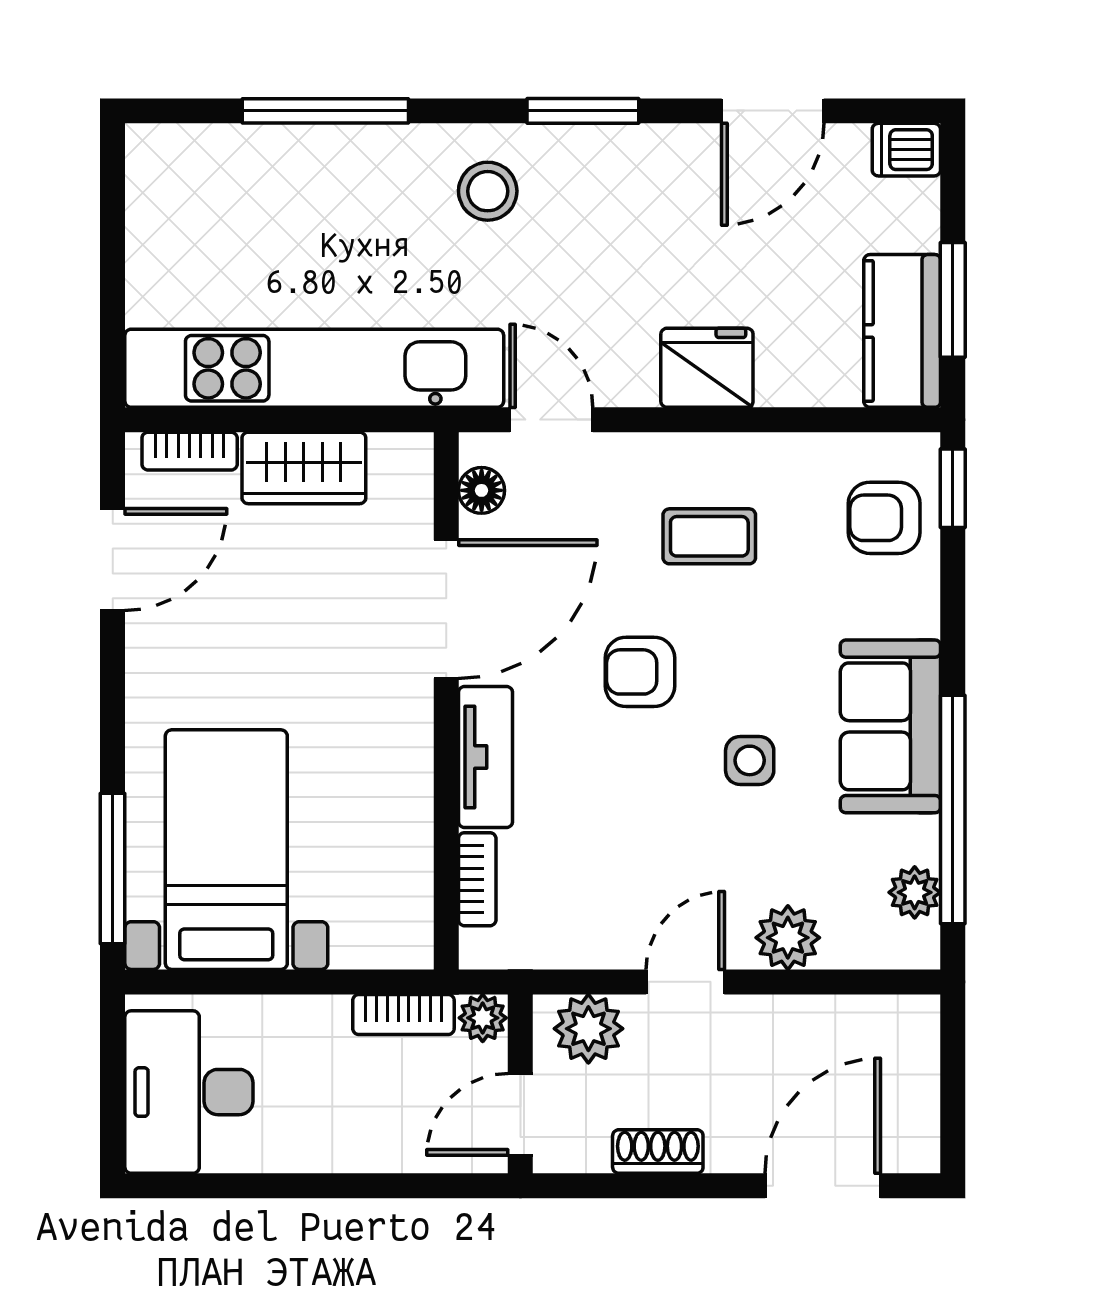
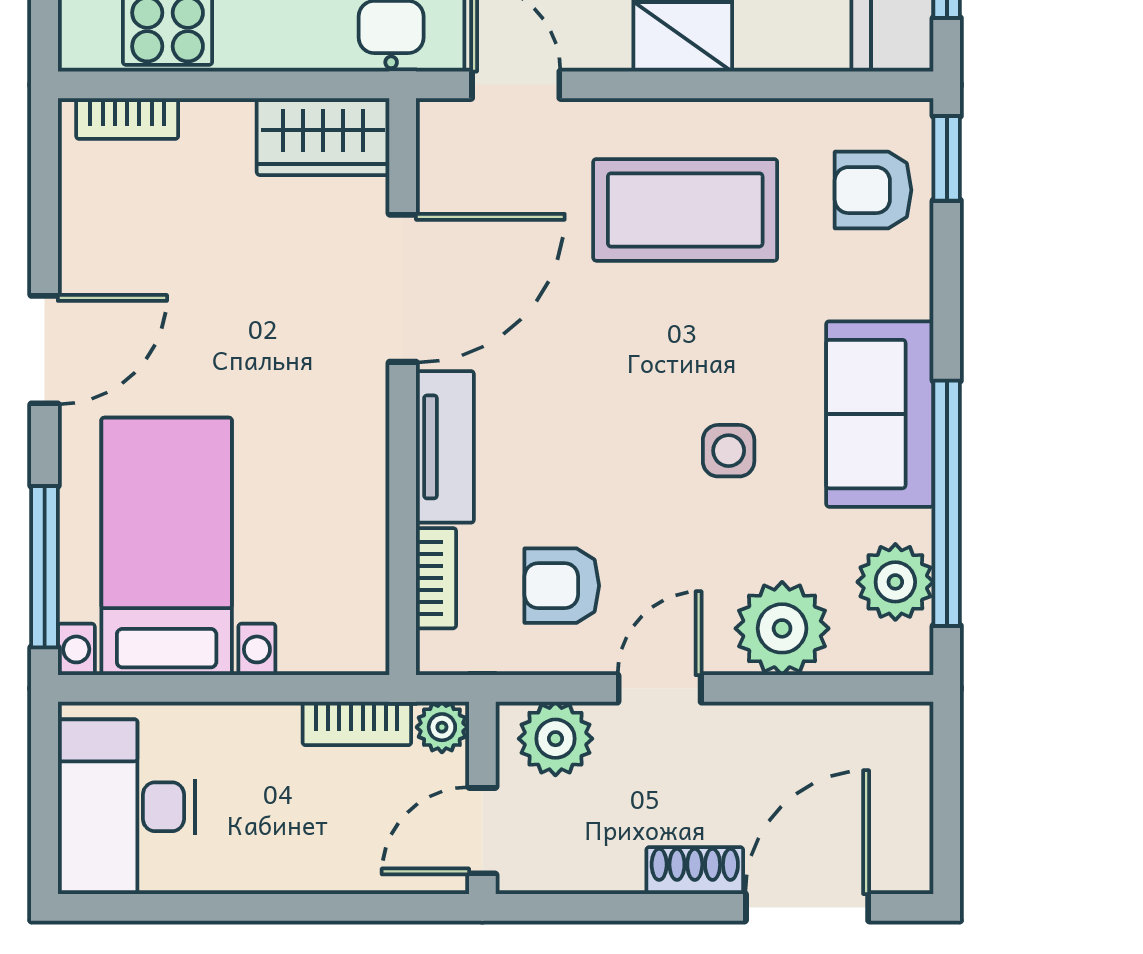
wardrobe: (304, 468) -> (323, 137), moved
floor lamp: (482, 490) -> (441, 161), removed
coffee table: (709, 536) -> (685, 210), width x1.86, depth x1.72
door: (113, 560) -> (45, 350), moved
armchair: (640, 672) -> (562, 586), moved
plant: (915, 892) -> (895, 582), width x1.38, depth x1.38
plant: (788, 938) -> (782, 628), width x1.36, depth x1.36
shoe rack: (658, 1152) -> (695, 871), moved

